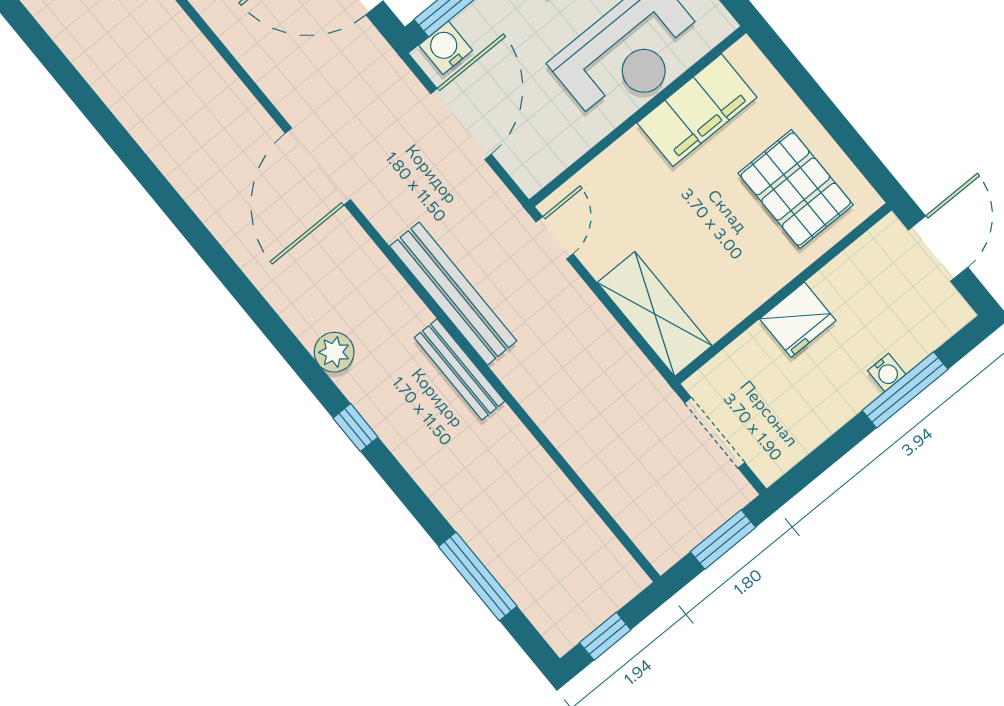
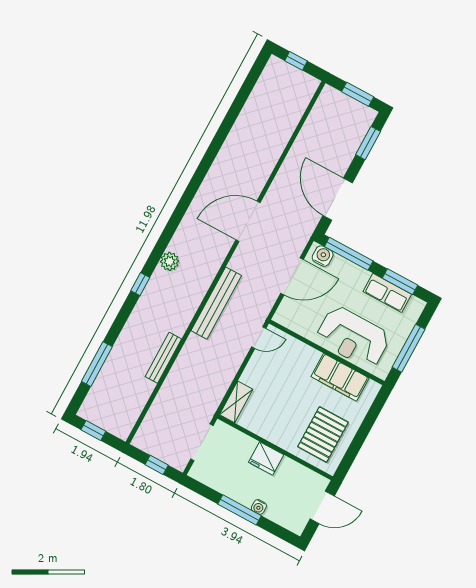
shelving: (655, 314) -> (236, 402), width x0.67, depth x0.75
bench: (459, 369) -> (163, 358), moved
window: (905, 390) -> (240, 510), moved
window: (723, 539) -> (157, 465), width x0.67

